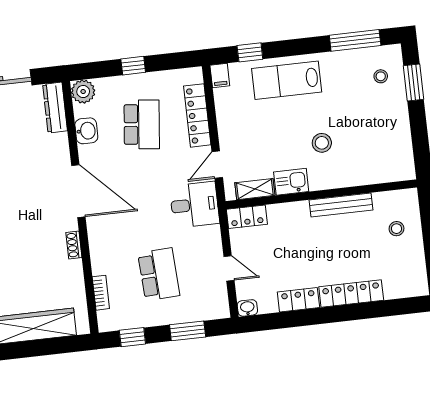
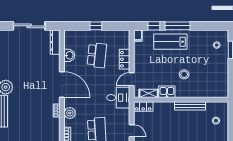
window: (355, 40) -> (177, 26), moved
plant: (83, 92) -> (70, 113), moved
locker: (197, 115) -> (124, 59), width x0.66

